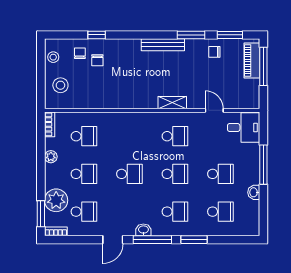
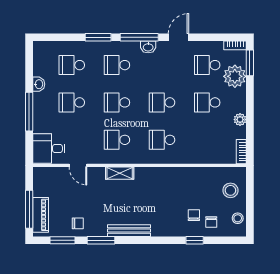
school desk: (84, 136) -> (162, 140), moved

